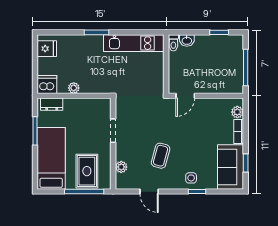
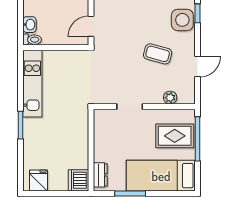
plant: (74, 88) -> (82, 150), removed
door: (185, 96) -> (91, 26), swing flipped
side table: (191, 178) -> (182, 20), width x1.87, depth x1.87

